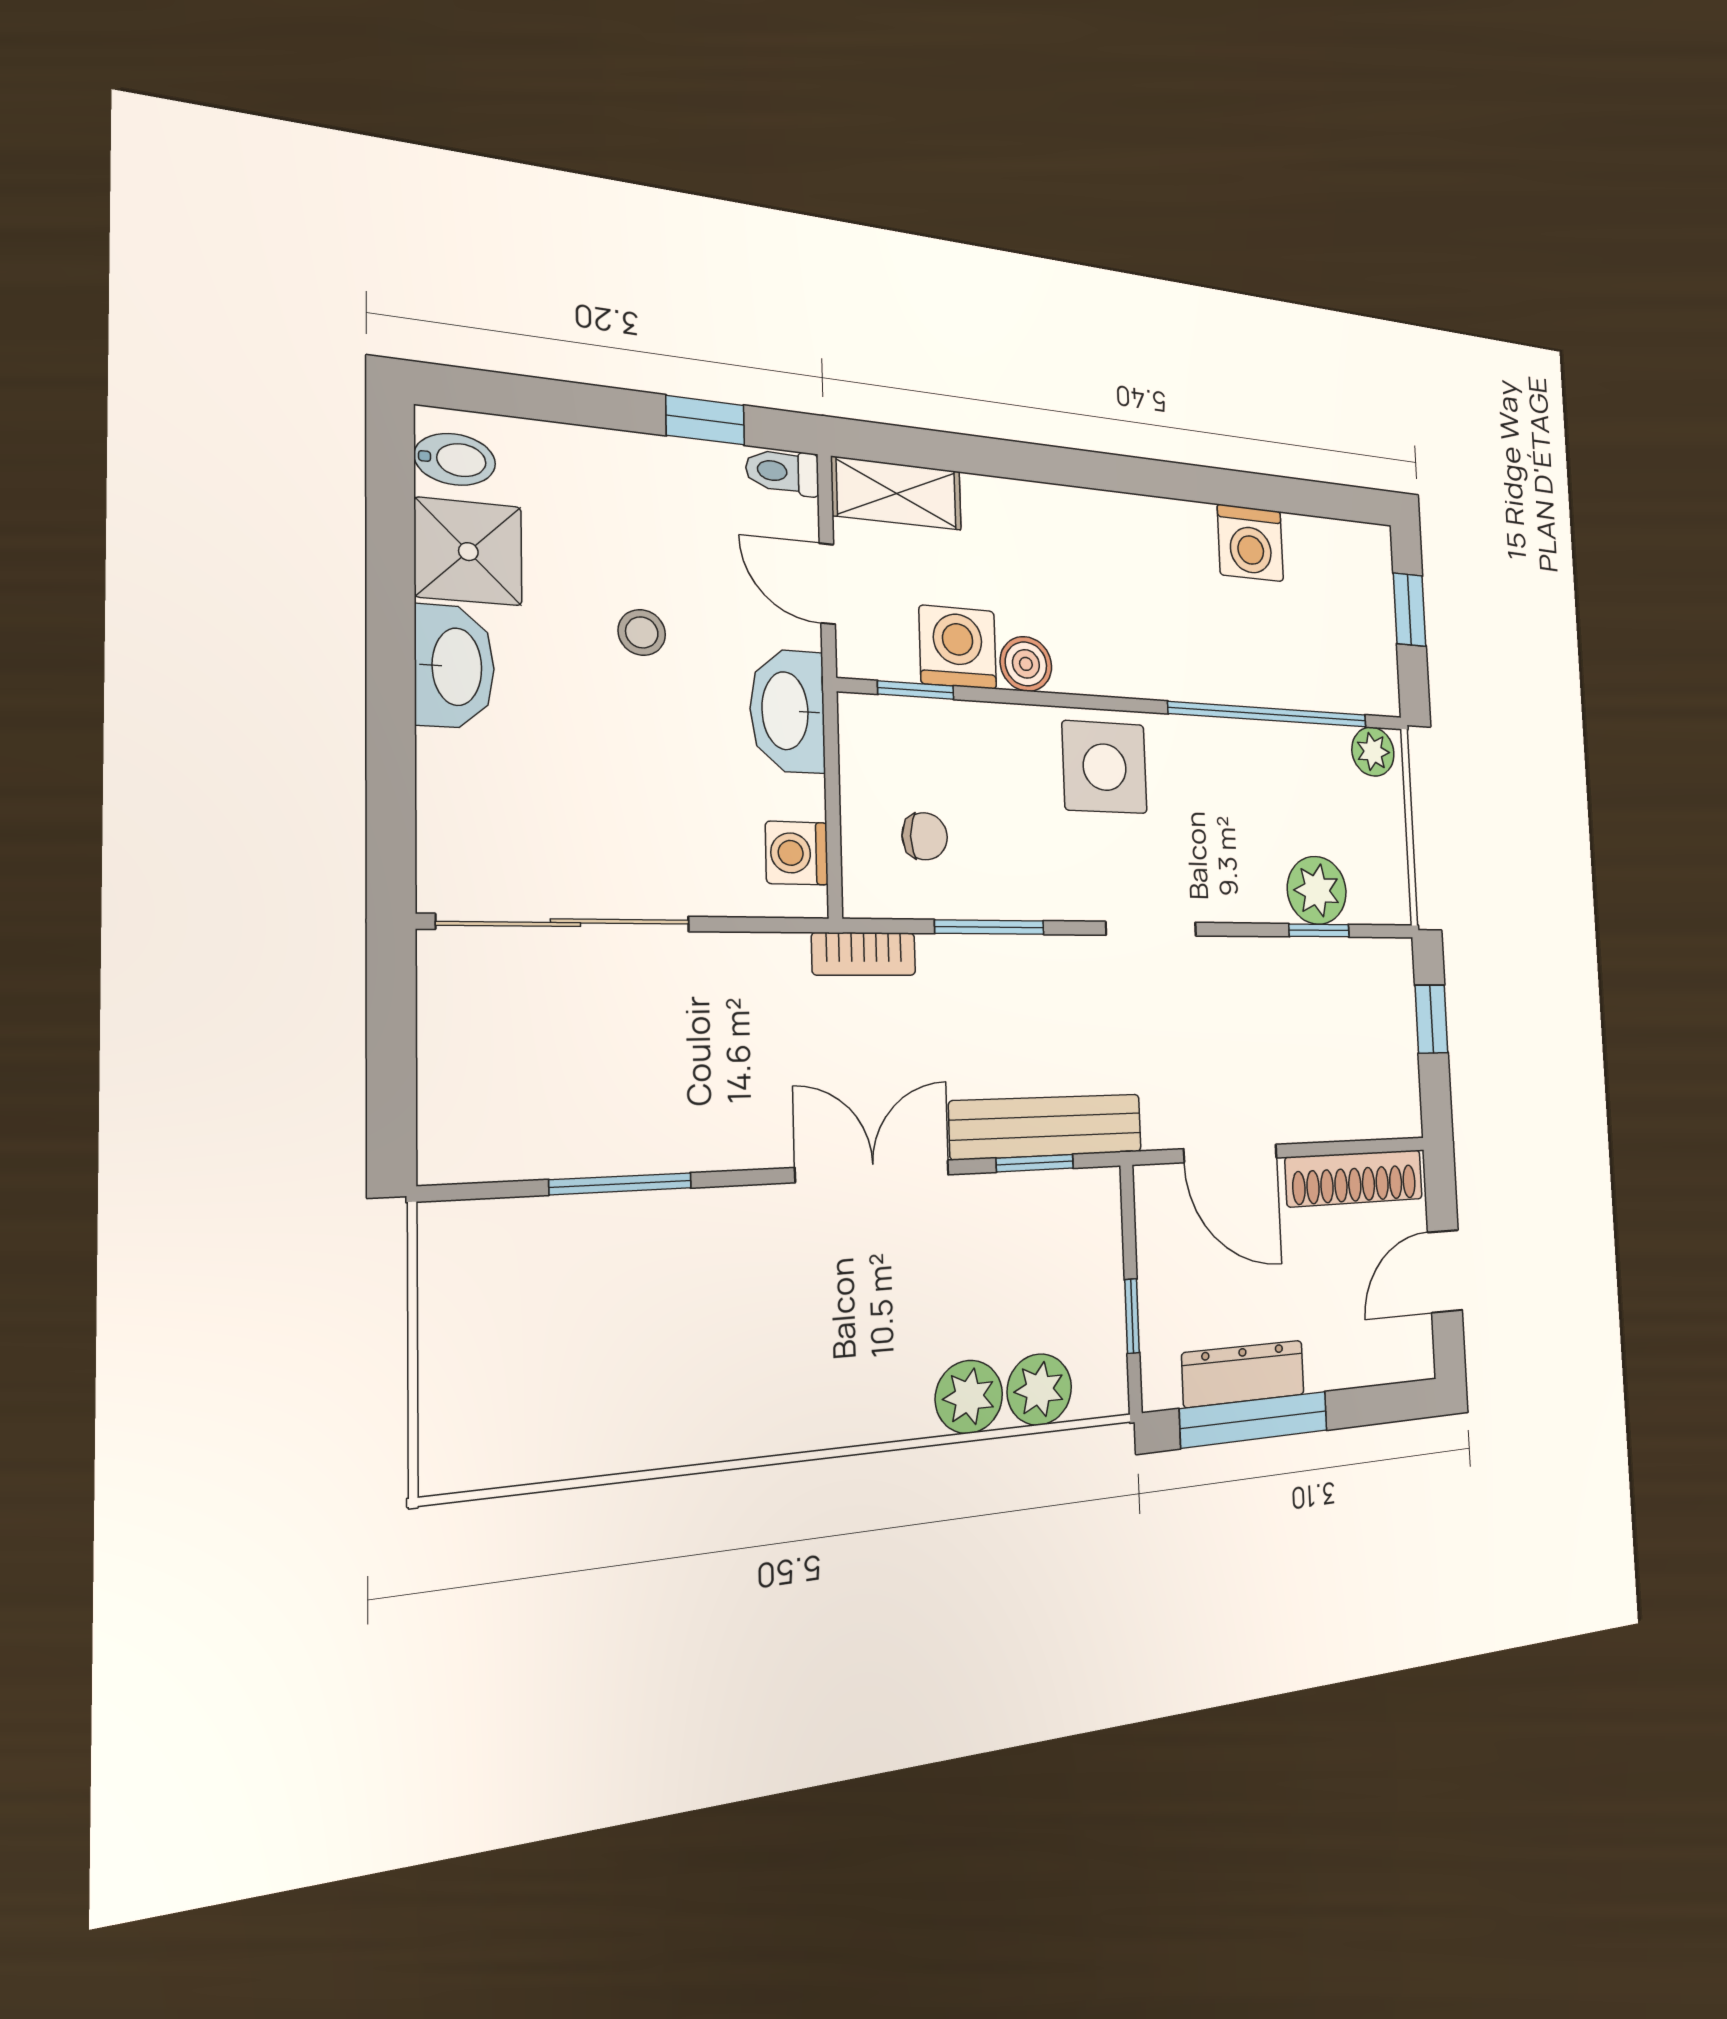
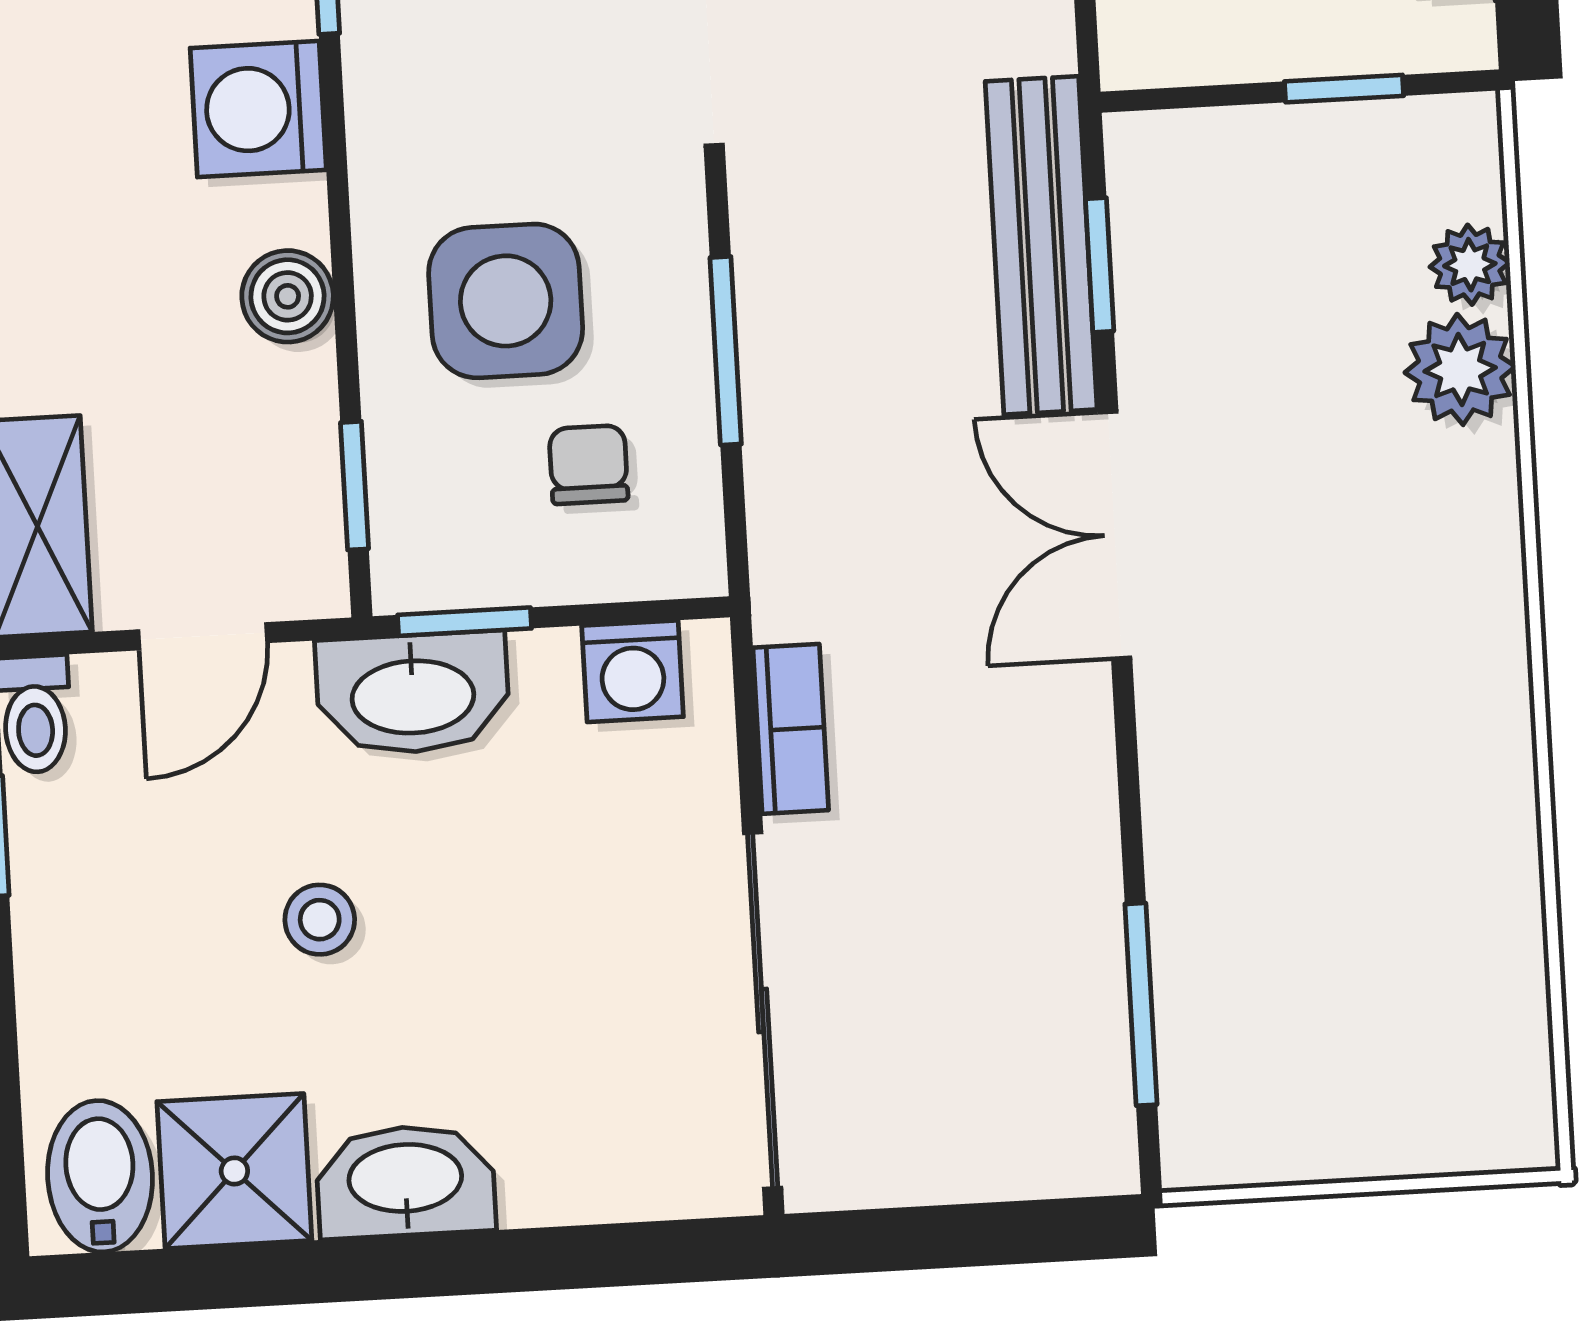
bidet: (455, 459) -> (100, 1176), width x1.38, depth x1.36
washing machine: (958, 647) -> (258, 109), moved
window: (831, 749) -> (465, 622), added
side table: (1105, 767) -> (506, 301), moved
bookcase: (864, 954) -> (791, 729), moved
window: (621, 1184) -> (1141, 1004), moved
plant: (1039, 1390) -> (1470, 265), width x0.73, depth x0.73

